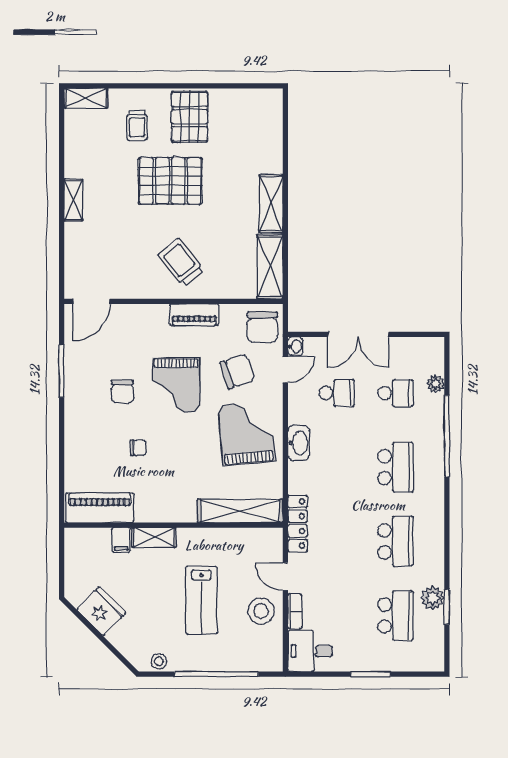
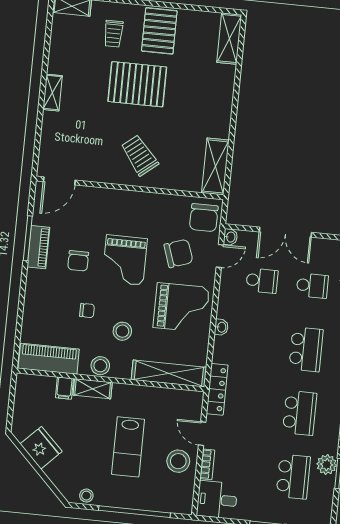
shelving: (271, 204) -> (229, 39), moved
piano: (194, 315) -> (38, 247), moved, turned -90
grand piano: (247, 433) -> (181, 307), turned 95
washbasin: (299, 443) -> (221, 327), width x0.52, depth x0.69
stool: (181, 467) -> (122, 331), added
stool: (160, 510) -> (100, 366), added

